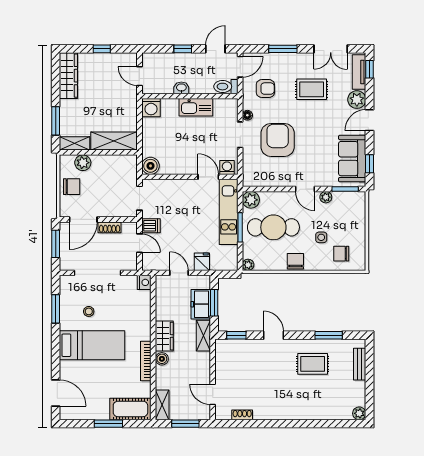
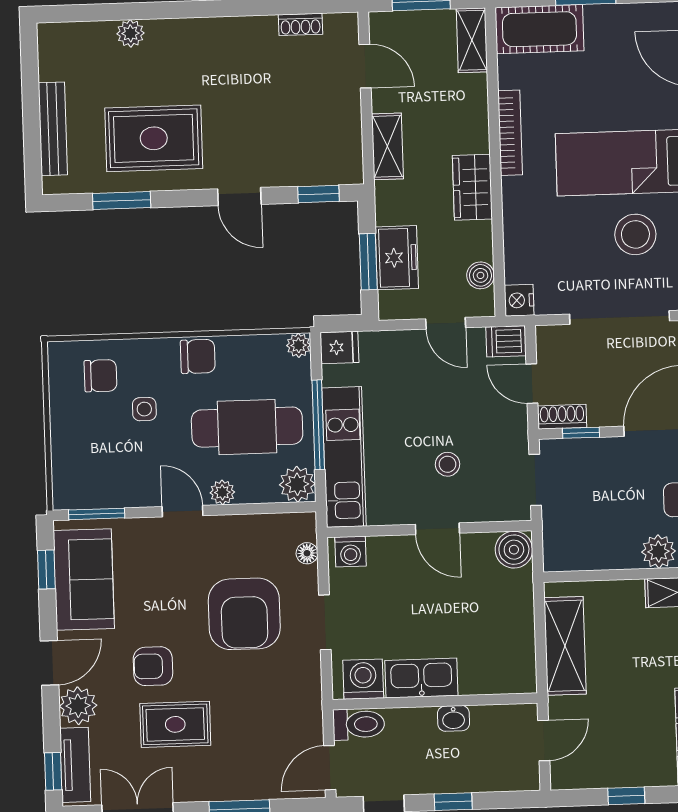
door: (139, 76) -> (544, 740), hinge flipped
armchair: (265, 89) -> (153, 666), moved
washing machine: (151, 108) -> (363, 679), moved
floor lamp: (247, 115) -> (307, 553), moved
shelving: (114, 141) -> (565, 646), moved, turned 90
door: (208, 177) -> (437, 529), moved
plant: (326, 197) -> (222, 492), moved
stool: (180, 207) -> (448, 464), added
window: (117, 219) -> (581, 433), added
dishwasher: (151, 226) -> (506, 341), moved
shoe rack: (110, 227) -> (562, 417), moved
window: (240, 227) -> (318, 425), width x1.44
chair: (295, 261) -> (198, 356), turned -90
fridge: (202, 262) -> (339, 347), moved, turned -90
stool: (89, 311) -> (635, 234), width x1.89, depth x1.89
shelving: (203, 336) -> (387, 146), moved
boiler: (162, 359) -> (480, 275), moved
rug: (313, 364) -> (154, 138), width x1.36, depth x1.43
bench: (360, 364) -> (53, 129), width x1.36
plant: (359, 413) -> (130, 33), moved

